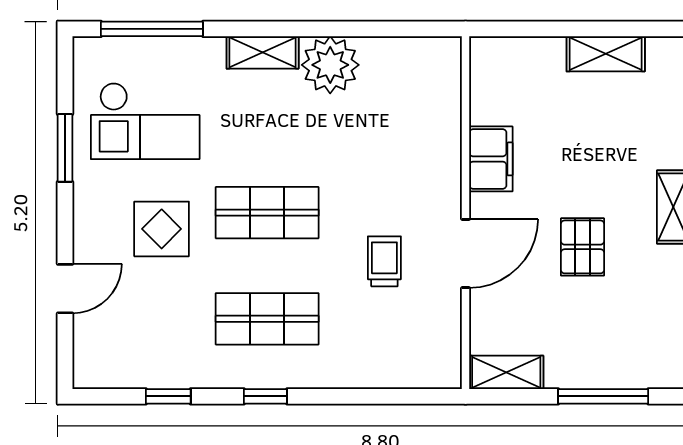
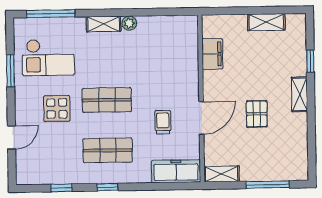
plant: (330, 65) -> (129, 23), width x0.53, depth x0.53
filing cabinet: (491, 159) -> (212, 54), moved
freezer: (411, 365) -> (176, 171), added

